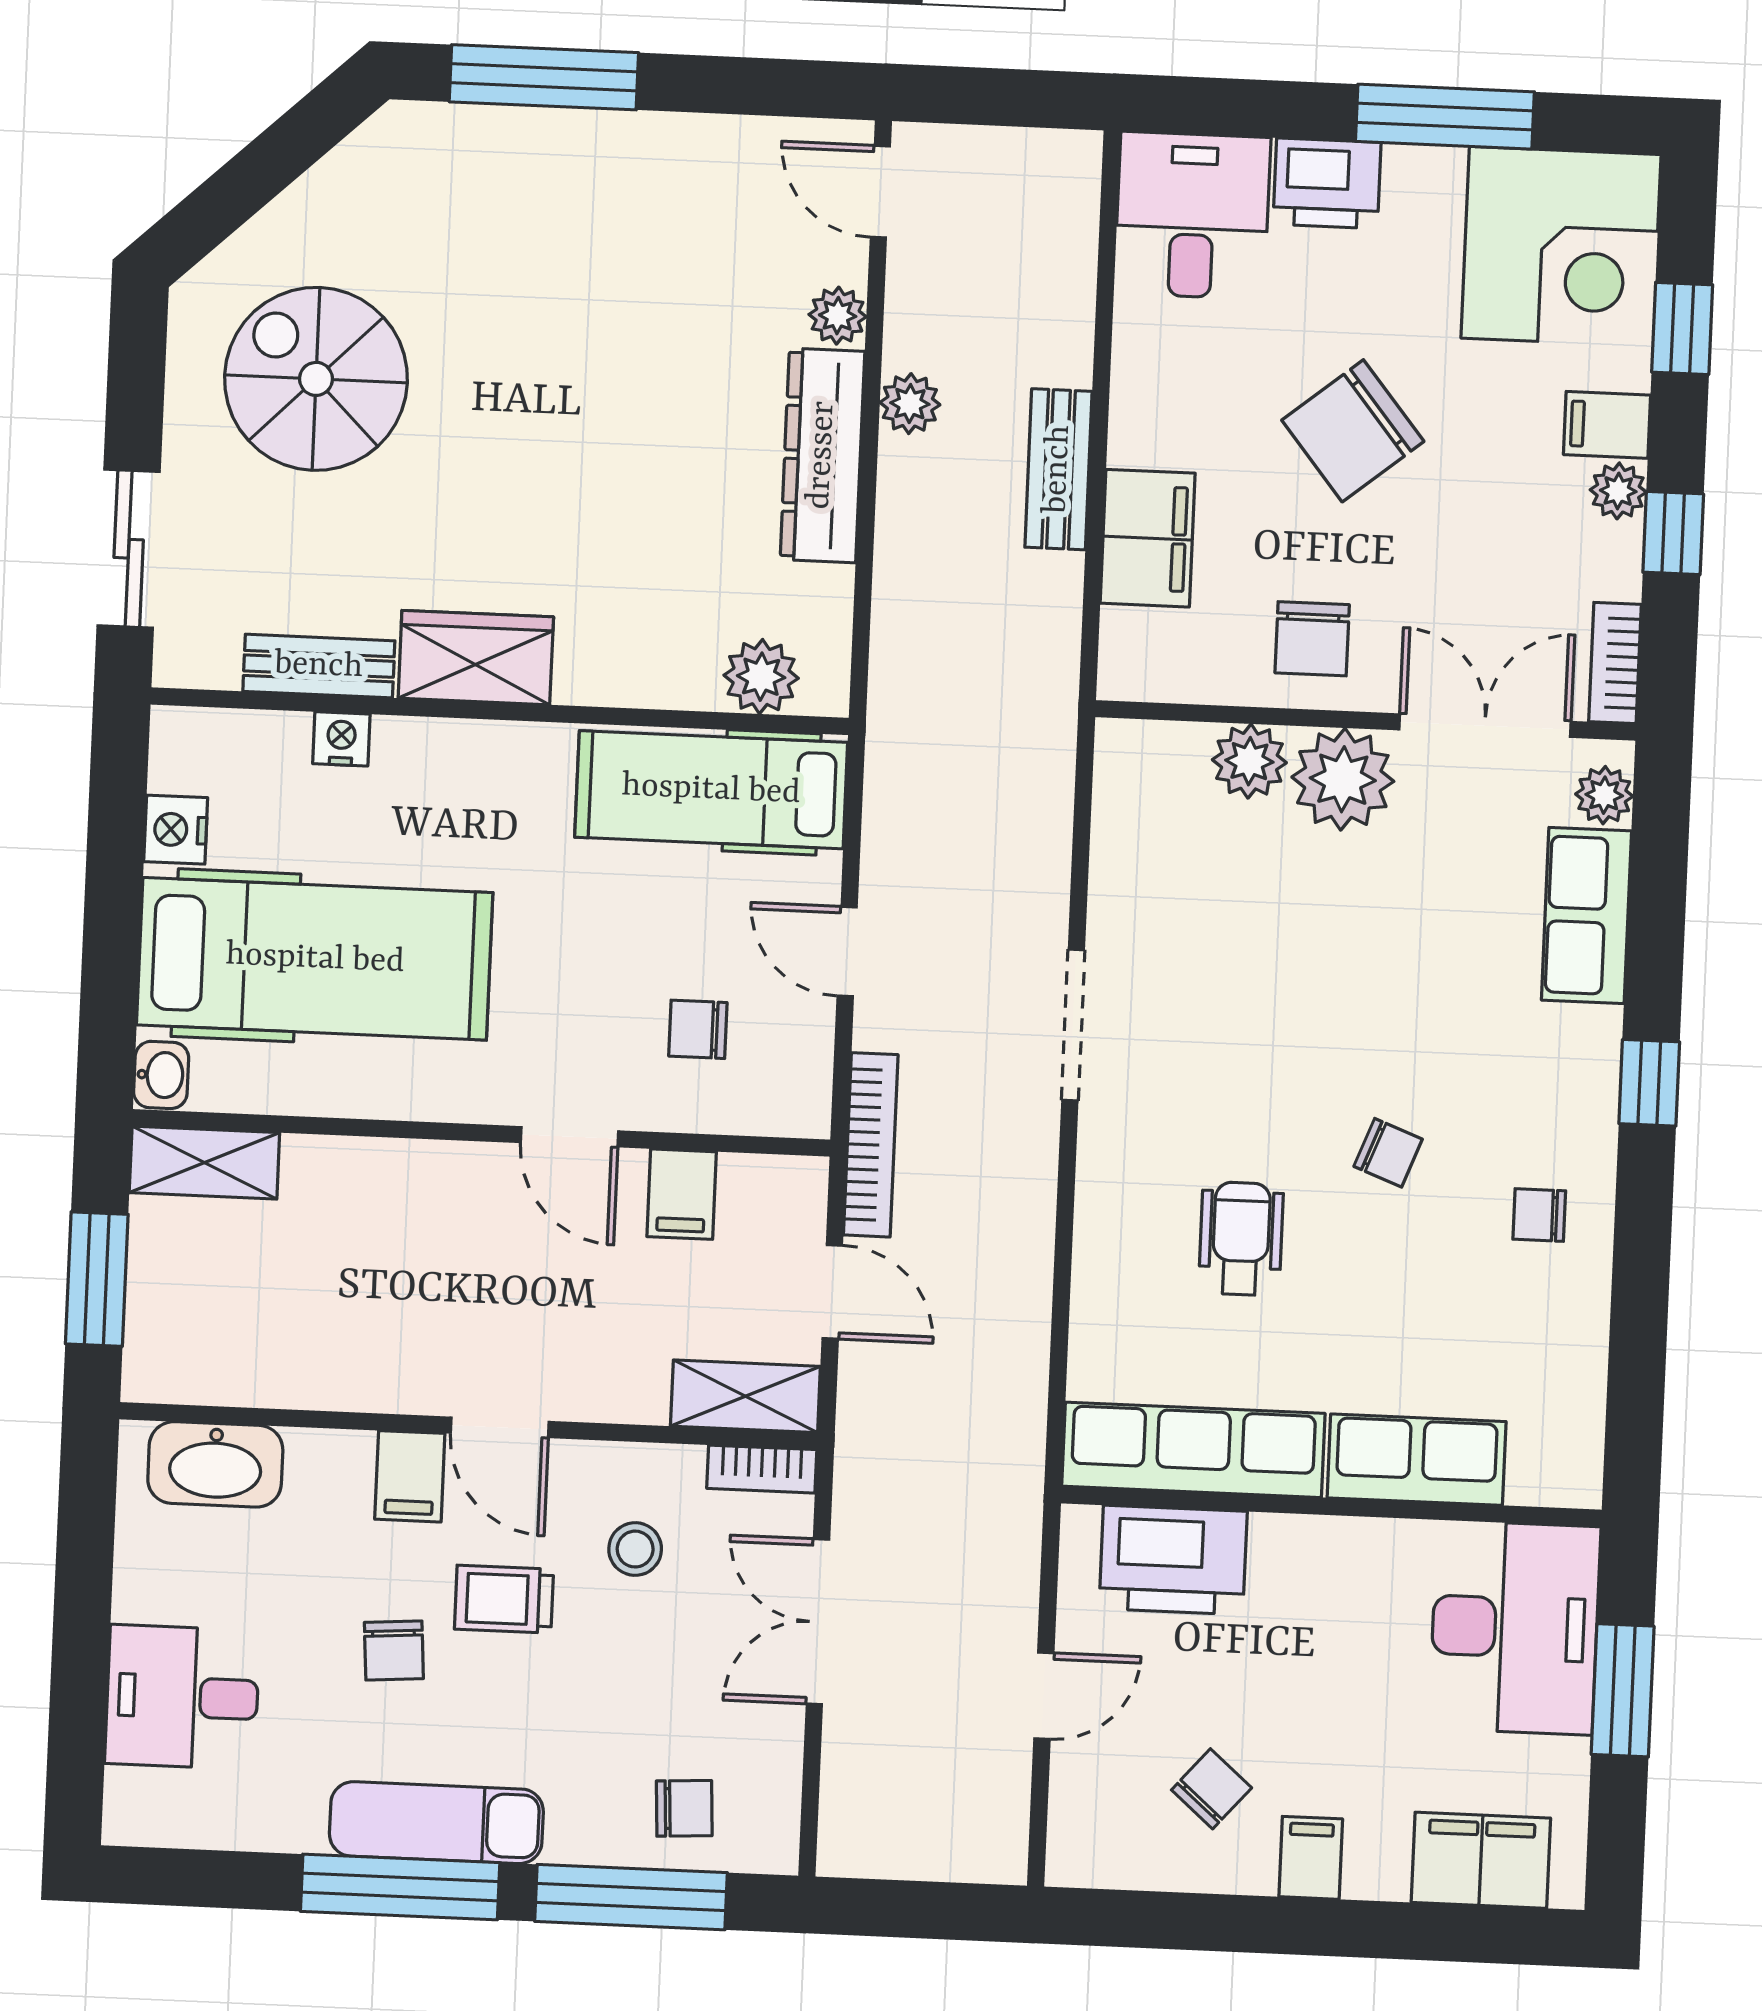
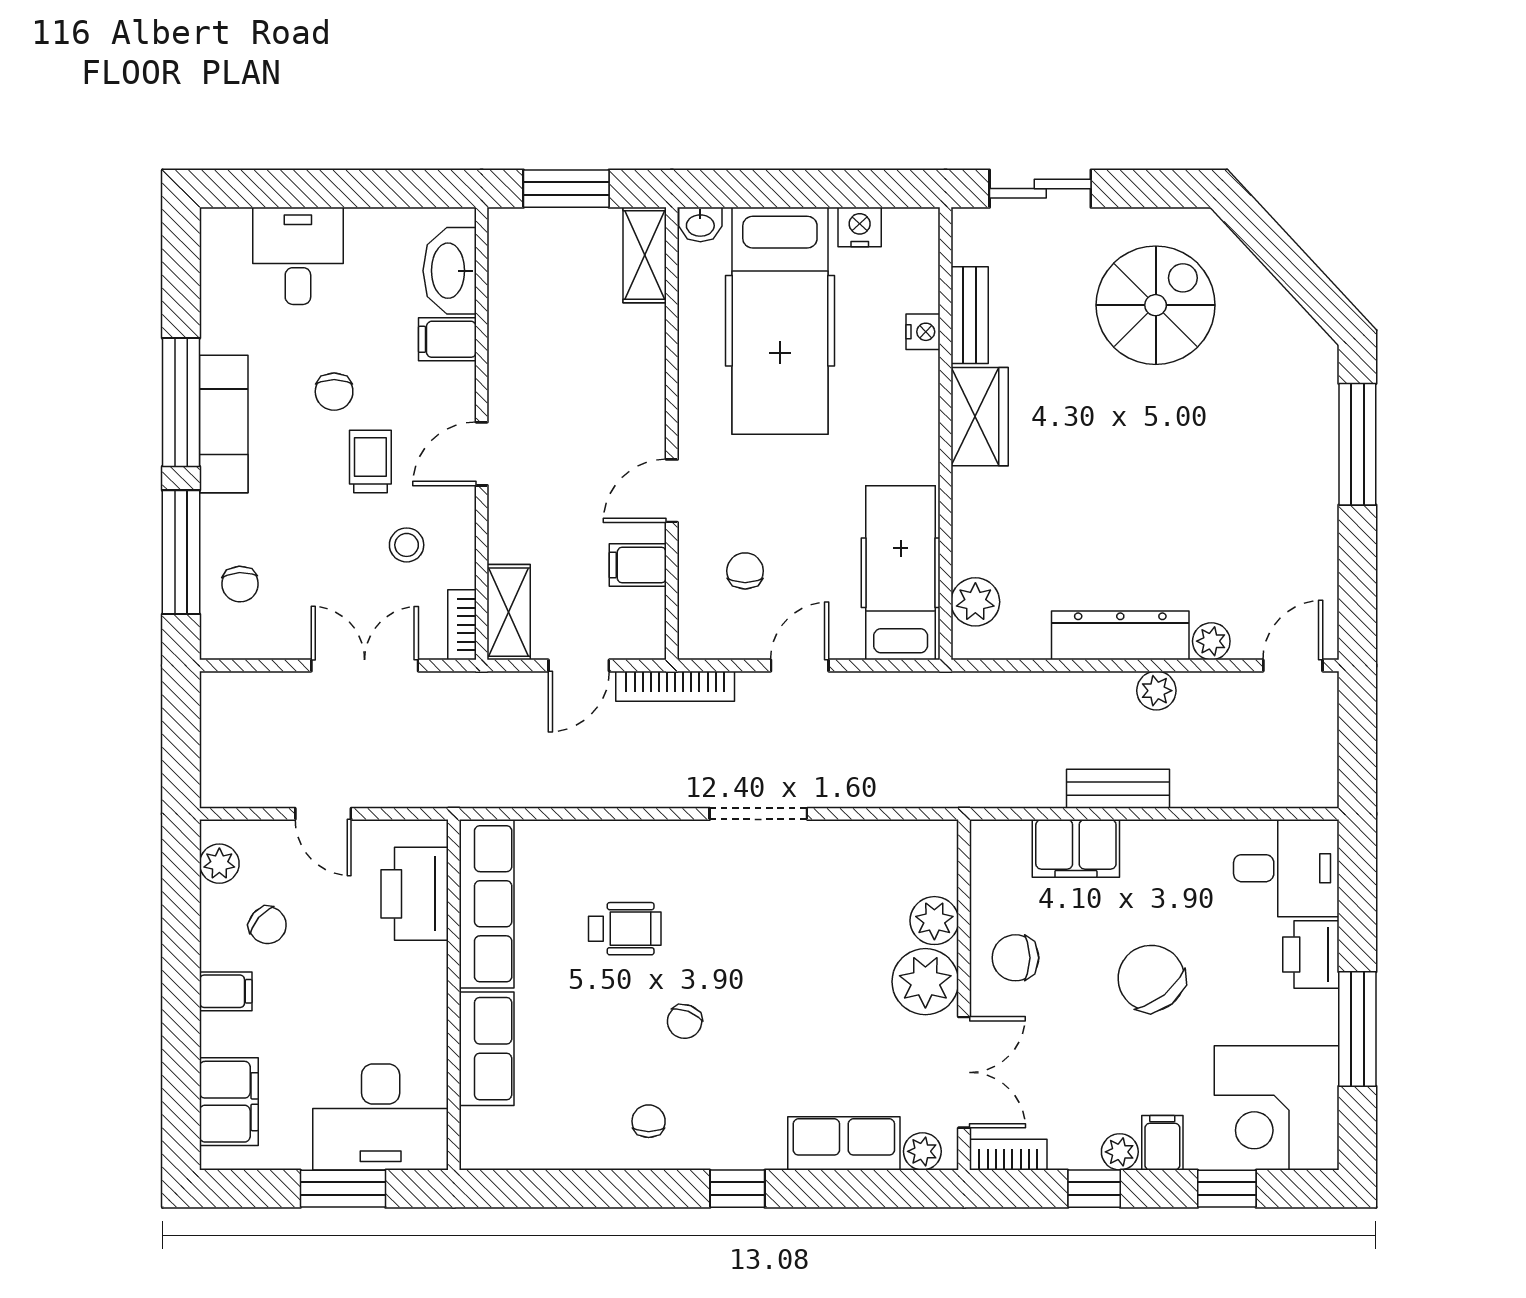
filing cabinet: (410, 1476) -> (447, 339), moved
chair: (394, 1651) -> (334, 392), turned -86
plant: (1114, 1859) -> (219, 864), added

